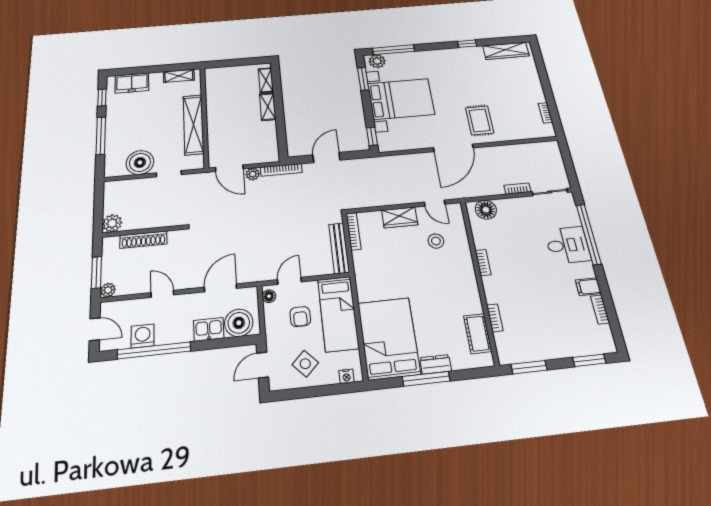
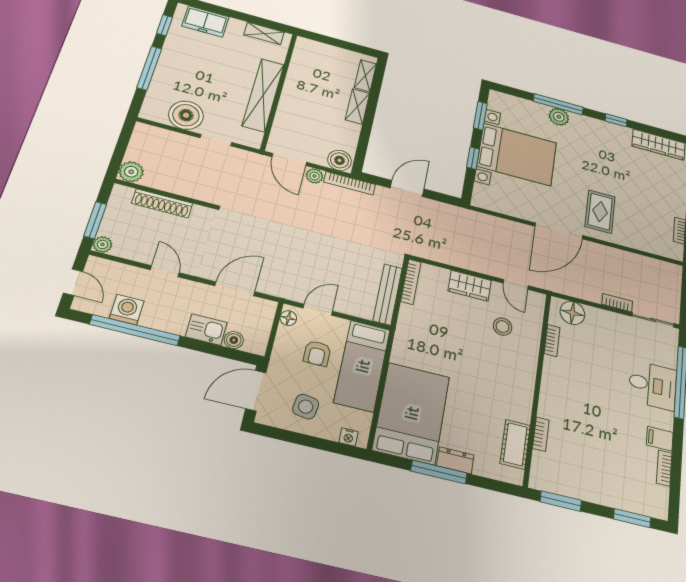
window: (394, 50) -> (558, 104), moved
plant: (377, 61) -> (559, 117), moved
window: (372, 136) -> (473, 158), moved
boiler: (268, 154) -> (339, 160), added
bookcase: (483, 262) -> (552, 341), moved
boiler: (239, 323) -> (234, 340), width x0.54, depth x0.54
side table: (305, 364) -> (306, 407), turned -38
door: (263, 365) -> (256, 391), width x1.37

